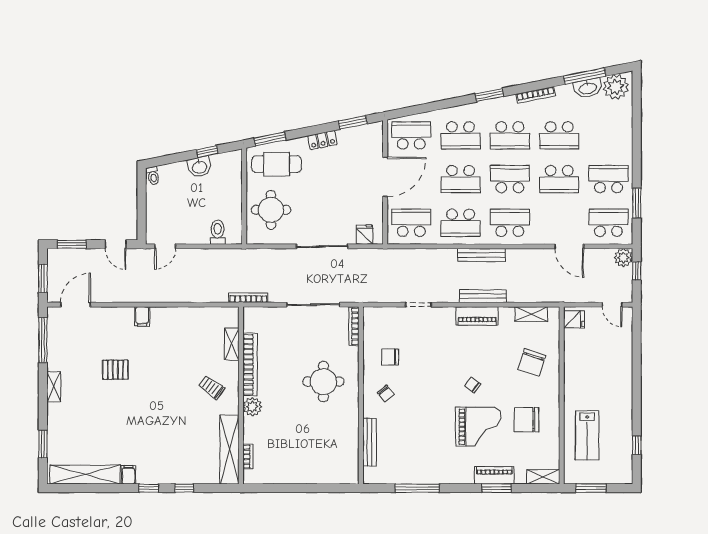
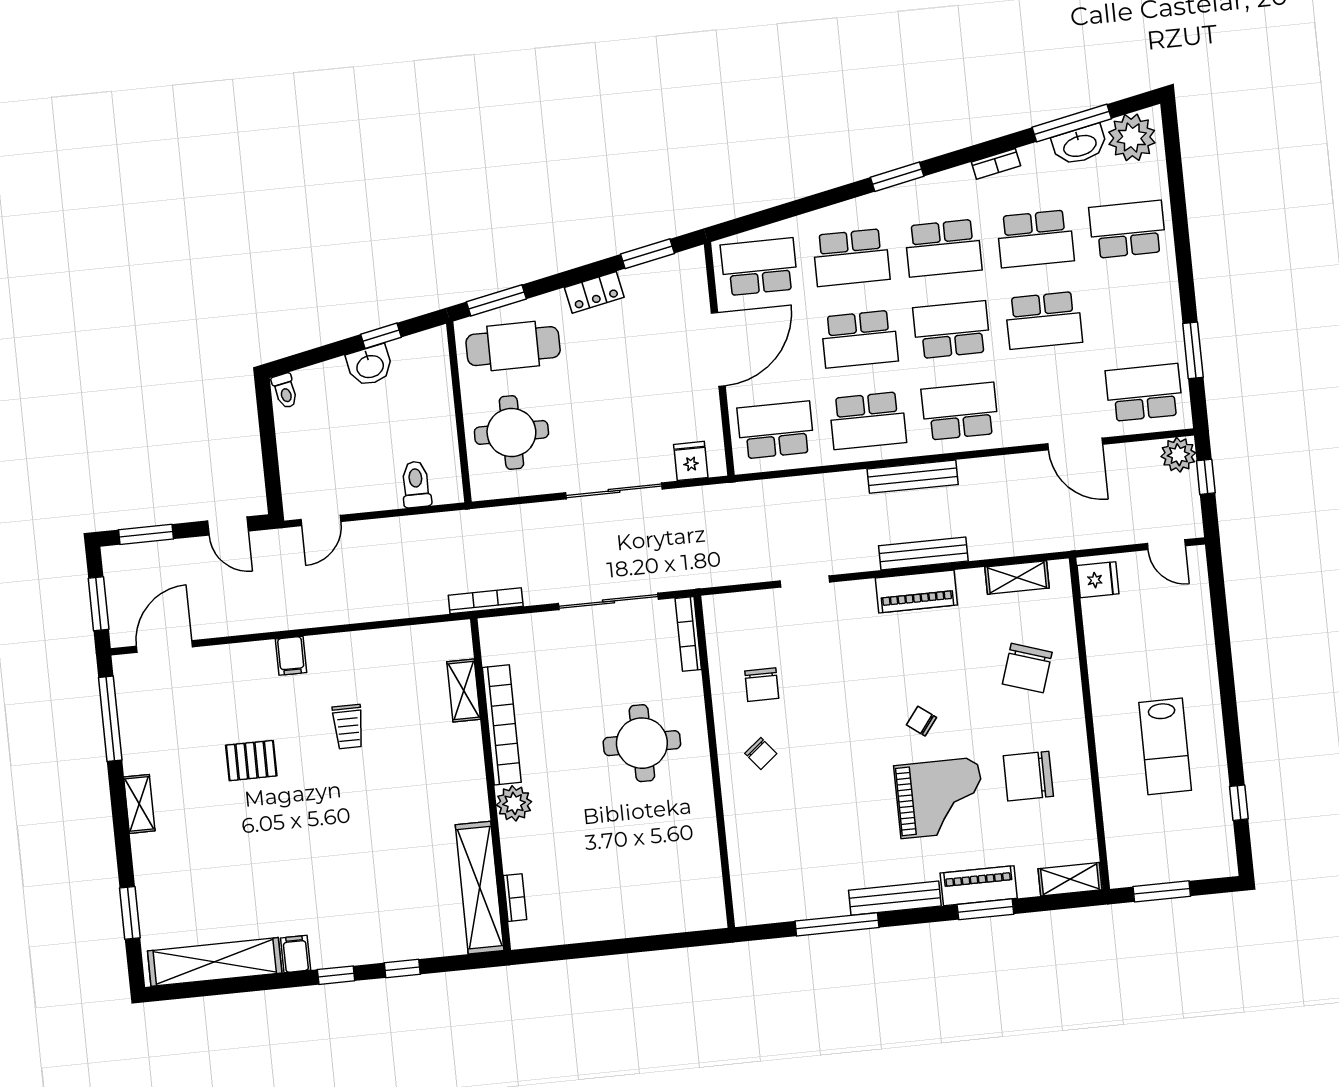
bookcase: (536, 95) -> (996, 164), width x0.64
school desk: (609, 179) -> (1127, 229), moved
chair: (390, 357) -> (762, 685), turned -90
trolley: (212, 387) -> (348, 727), moved, turned -126
lab bench: (587, 435) -> (1165, 746), moved
bench: (370, 442) -> (895, 898), moved, turned 90

